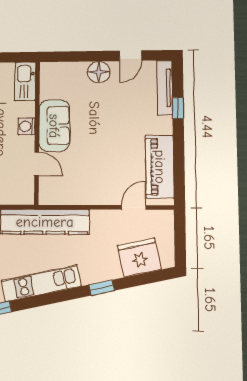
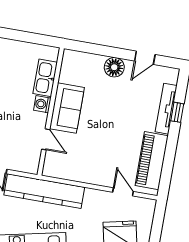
kitchen sink: (25, 81) -> (45, 78), moved
tv unit: (165, 88) -> (166, 109), moved
door: (134, 207) -> (123, 192), hinge flipped

